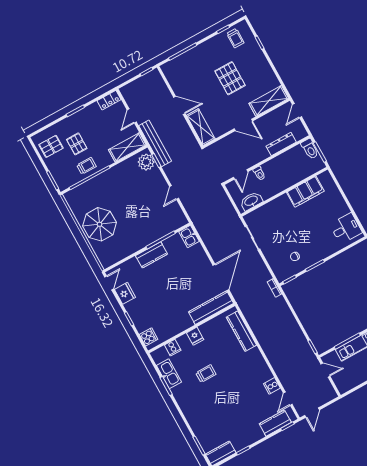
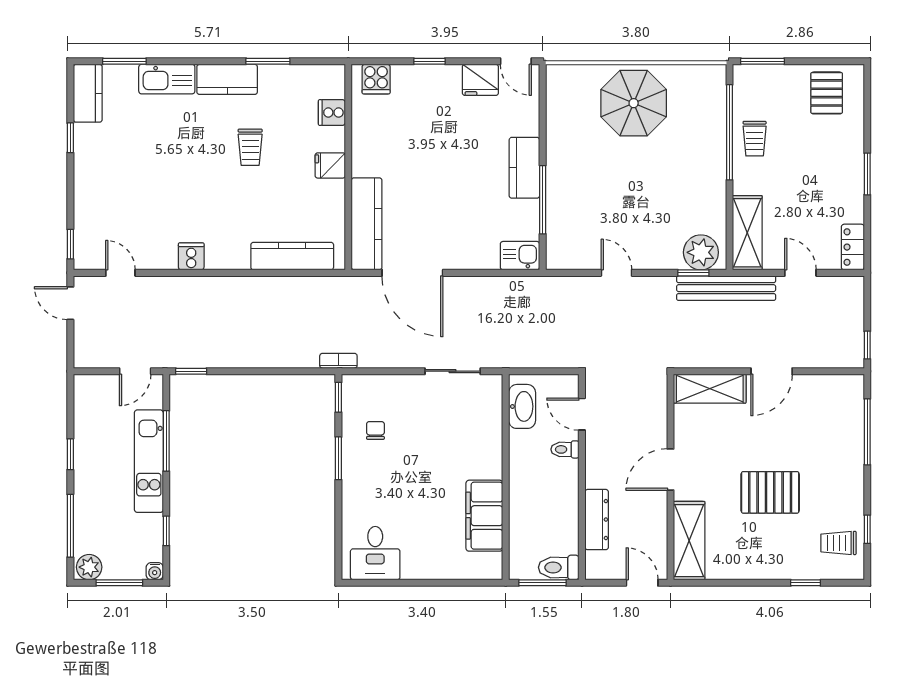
pallet: (77, 144) -> (805, 143), removed
kitchen sink: (169, 374) -> (167, 79), moved
cooker: (272, 386) -> (191, 256), moved
kitchen counter: (275, 423) -> (227, 79), moved, turned 90

